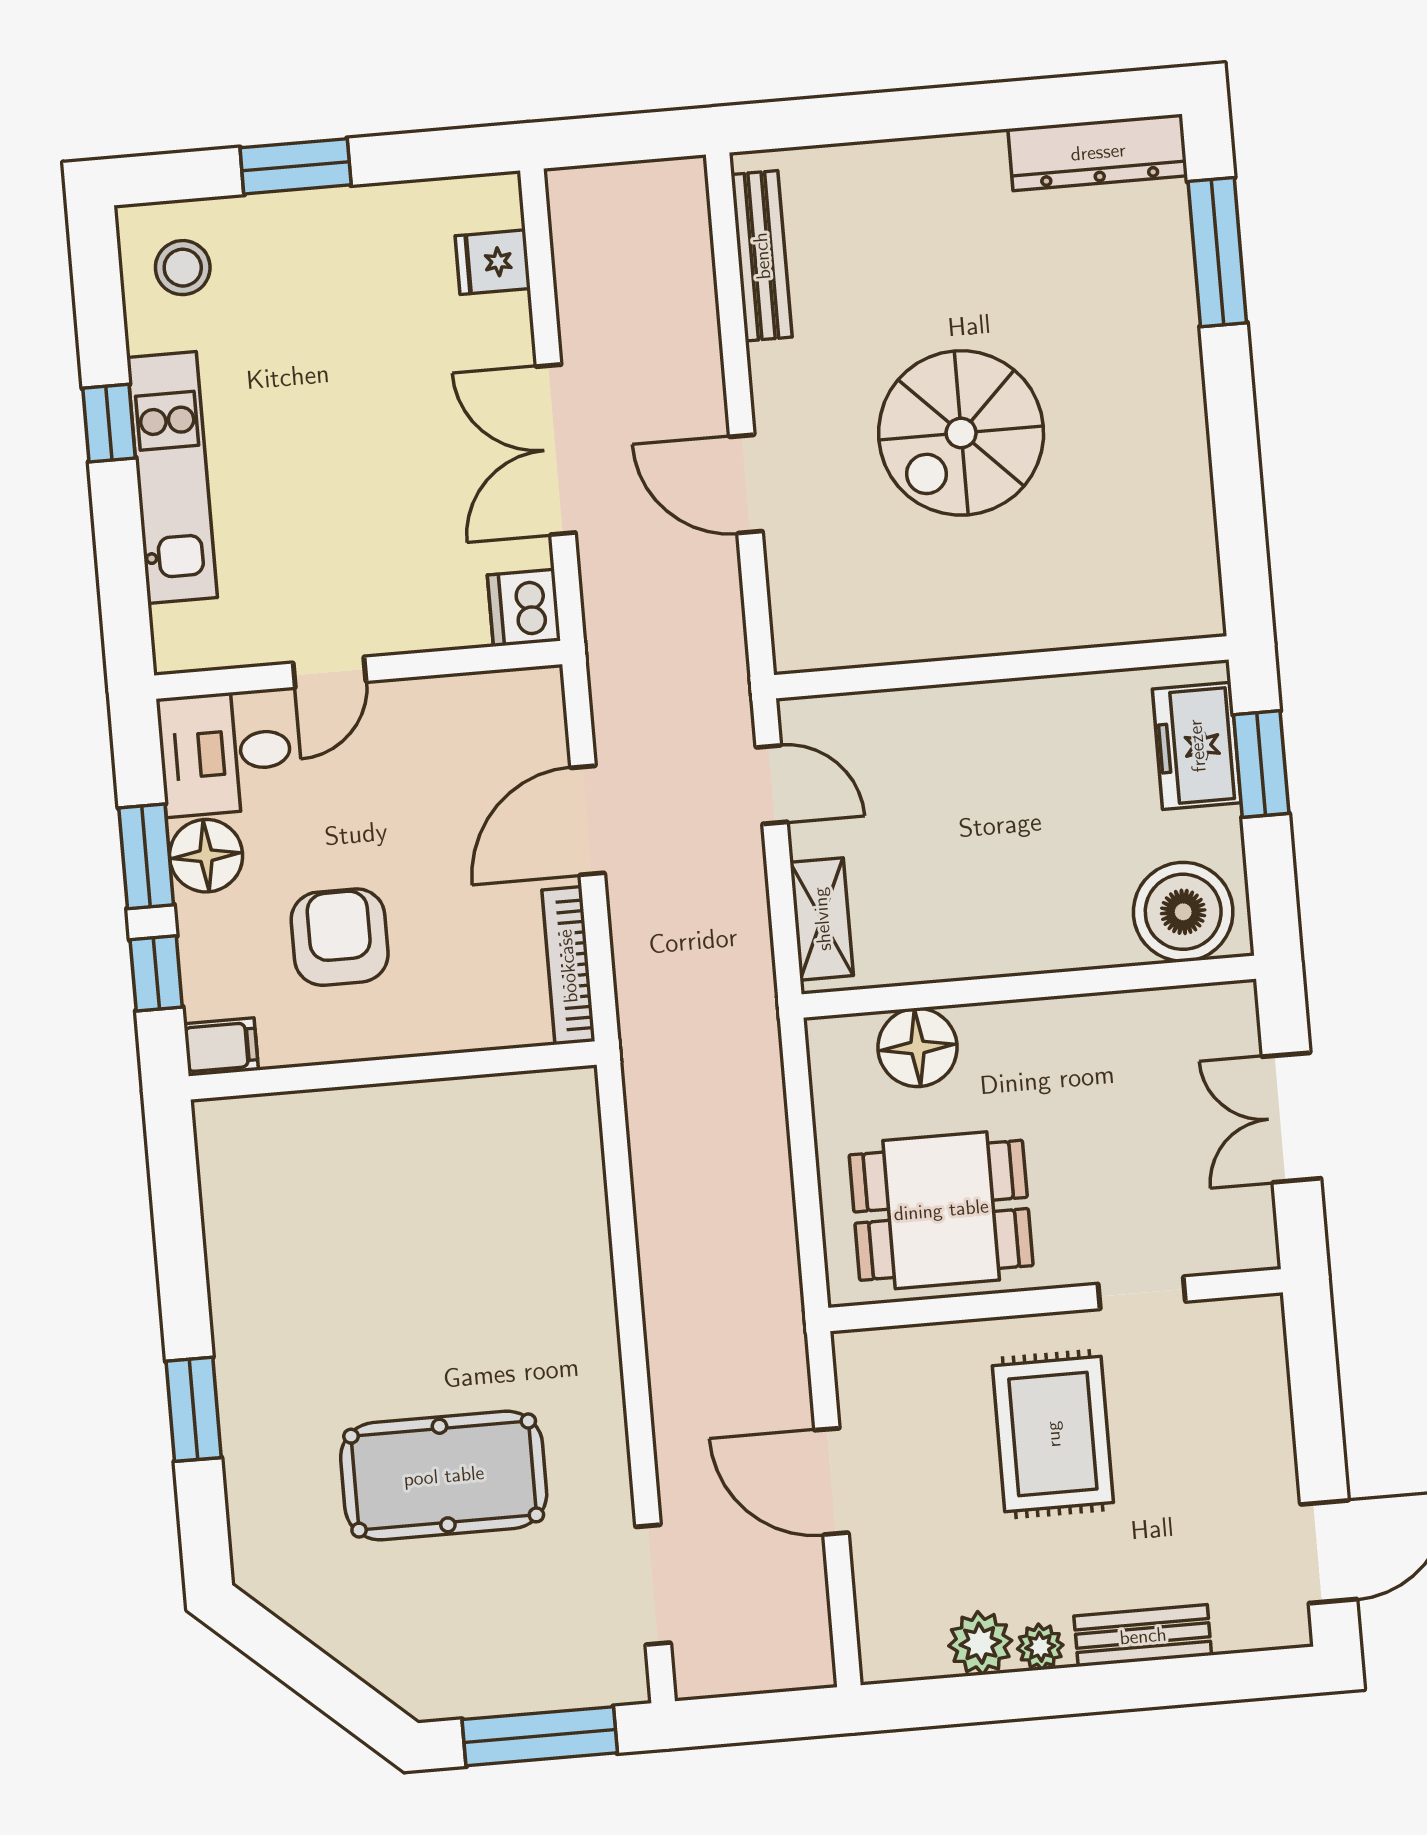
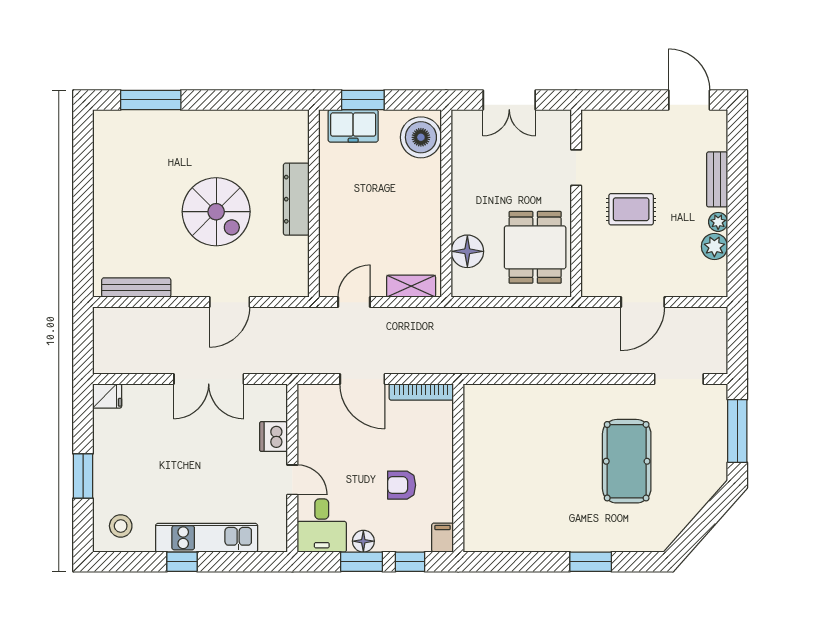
dresser: (1098, 152) -> (296, 199), moved, turned 180
fridge: (493, 262) -> (107, 396), moved, turned -90
dishwasher: (524, 608) -> (274, 437), moved, turned 90
floor lamp: (206, 856) -> (363, 541), width x0.73, depth x0.73
armchair: (340, 937) -> (402, 485), width x0.72, depth x0.72
rug: (1053, 1434) -> (631, 209), width x0.73, depth x0.70

